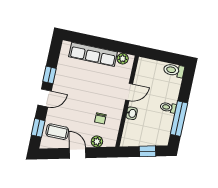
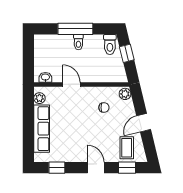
toilet: (174, 70) -> (110, 44), moved
window: (50, 75) -> (57, 168), moved
washbasin: (132, 113) -> (45, 77), moved
window: (179, 119) -> (75, 29), moved
plant: (97, 142) -> (125, 94), moved

